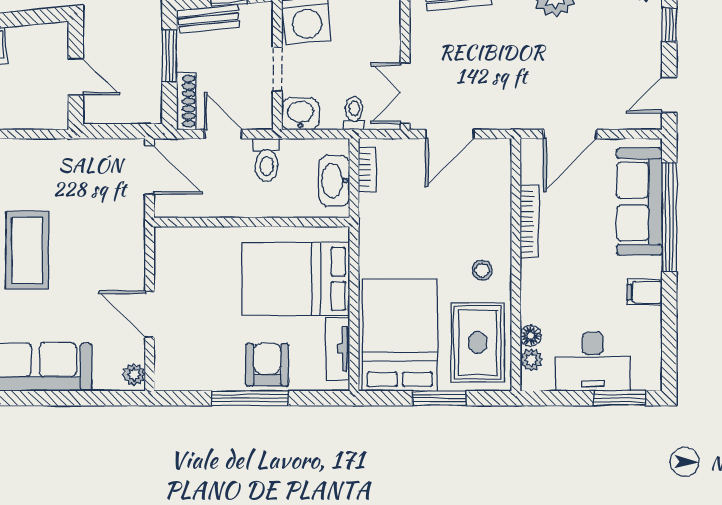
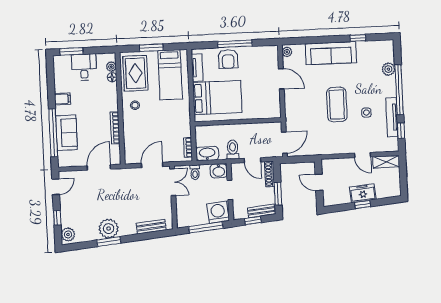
door: (150, 170) -> (284, 143), swing flipped
washbasin: (334, 181) -> (207, 154), moved, turned -90
sofa: (639, 201) -> (66, 133), width x0.73
bed: (400, 335) -> (170, 75), width x0.67
desk: (593, 362) -> (84, 67), width x0.73

